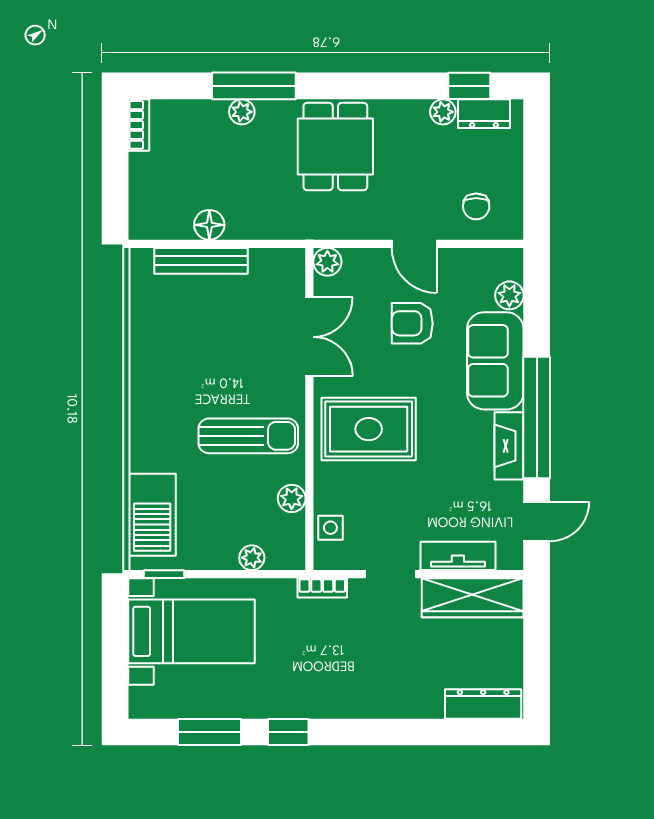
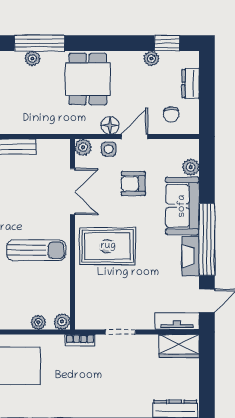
dresser: (484, 114) -> (190, 84), moved, turned 90
floor lamp: (209, 225) -> (110, 125), moved
door: (414, 244) -> (134, 137), swing flipped
plant: (292, 498) -> (62, 322), moved
side table: (330, 528) -> (109, 149), moved
tv unit: (458, 556) -> (177, 321), moved
wardrobe: (473, 598) -> (179, 346), width x0.67

